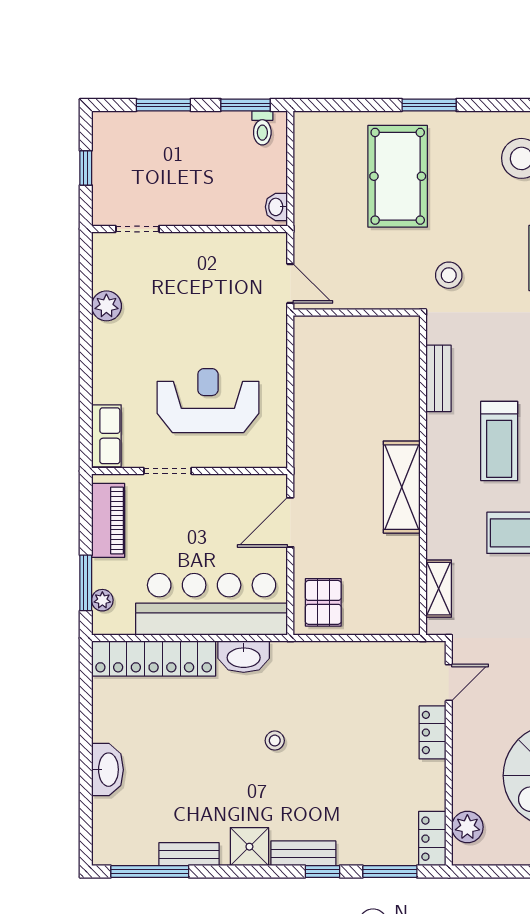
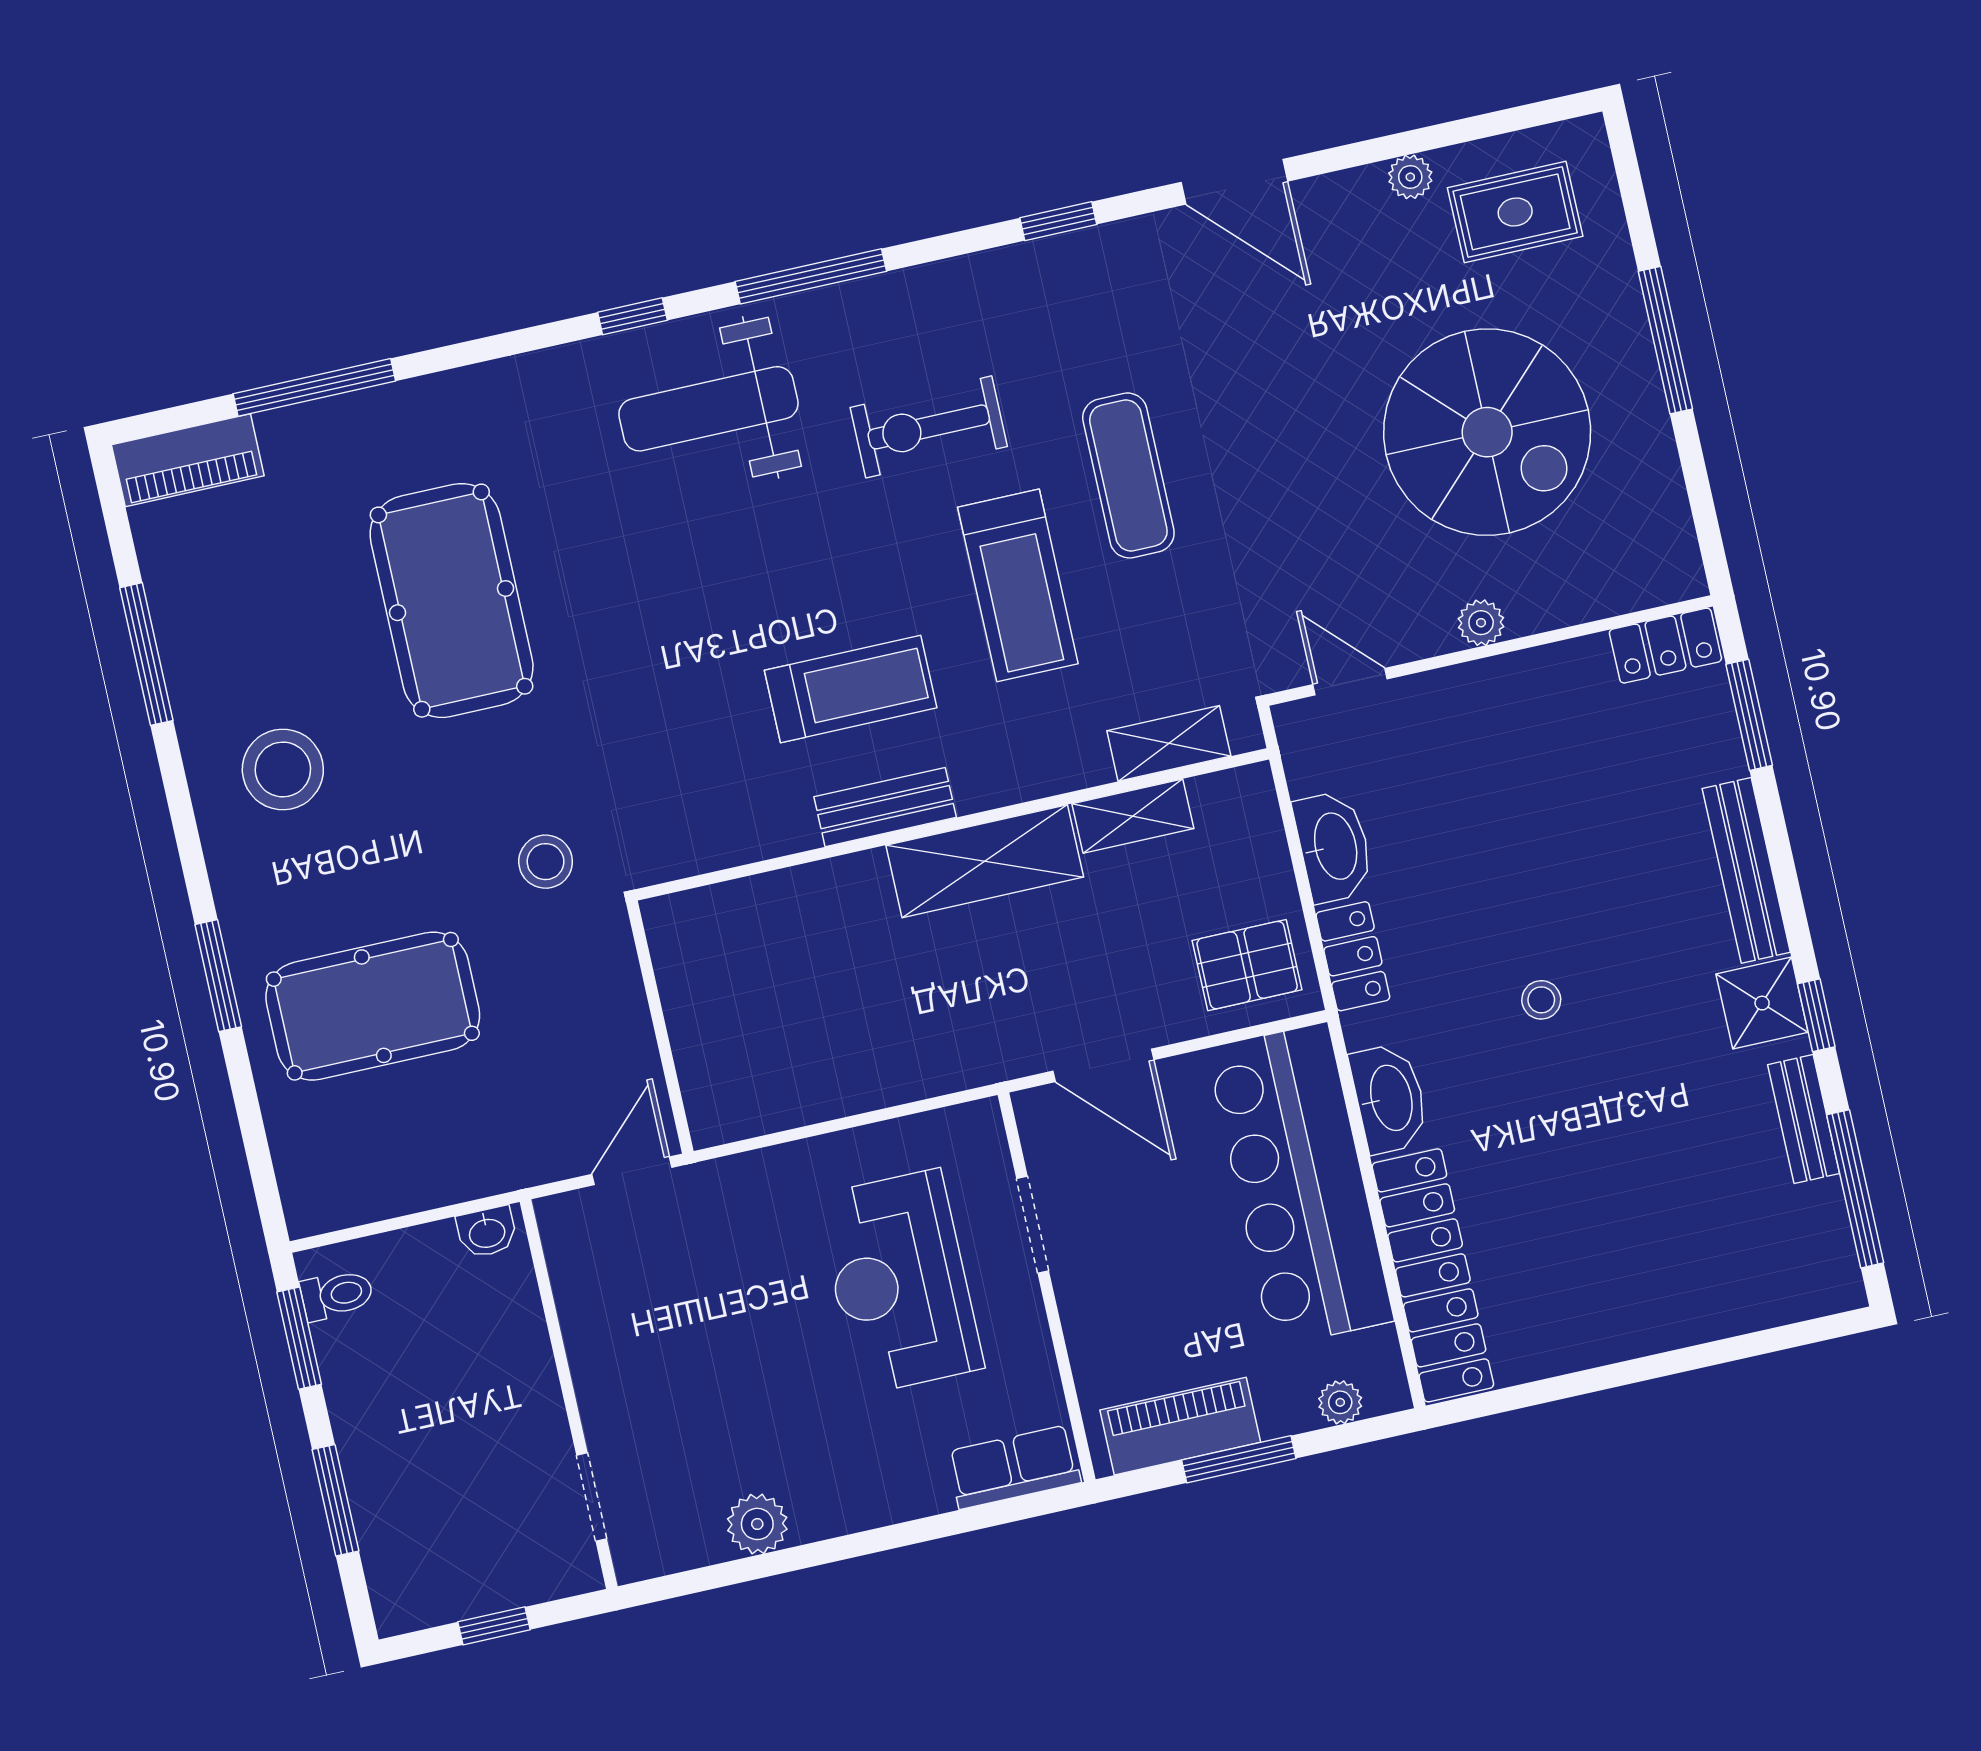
bench: (438, 378) -> (885, 807), moved
doorway: (168, 471) -> (1033, 1225), moved
shelving: (407, 563) -> (1133, 816), added
window: (86, 583) -> (1239, 1459), moved
locker: (433, 732) -> (1353, 956), moved, turned -90
washbasin: (108, 770) -> (1334, 847), moved, turned 90
plant: (467, 827) -> (1481, 623), moved, width x0.73, depth x0.73
bench: (303, 853) -> (1746, 870), width x1.36
window: (322, 872) -> (1816, 1015), moved

